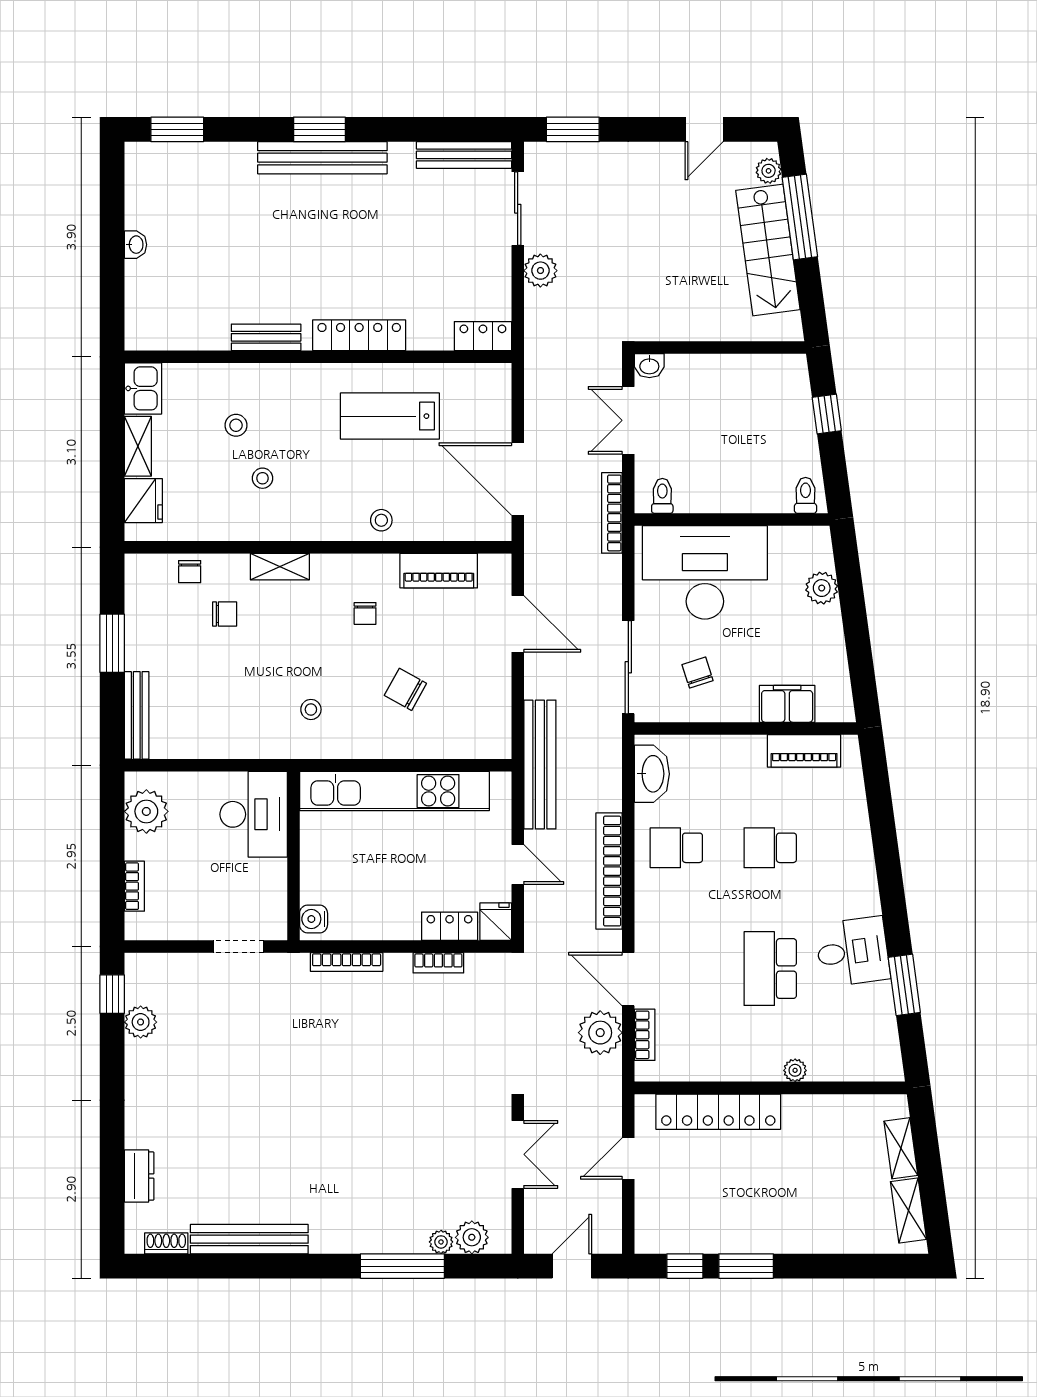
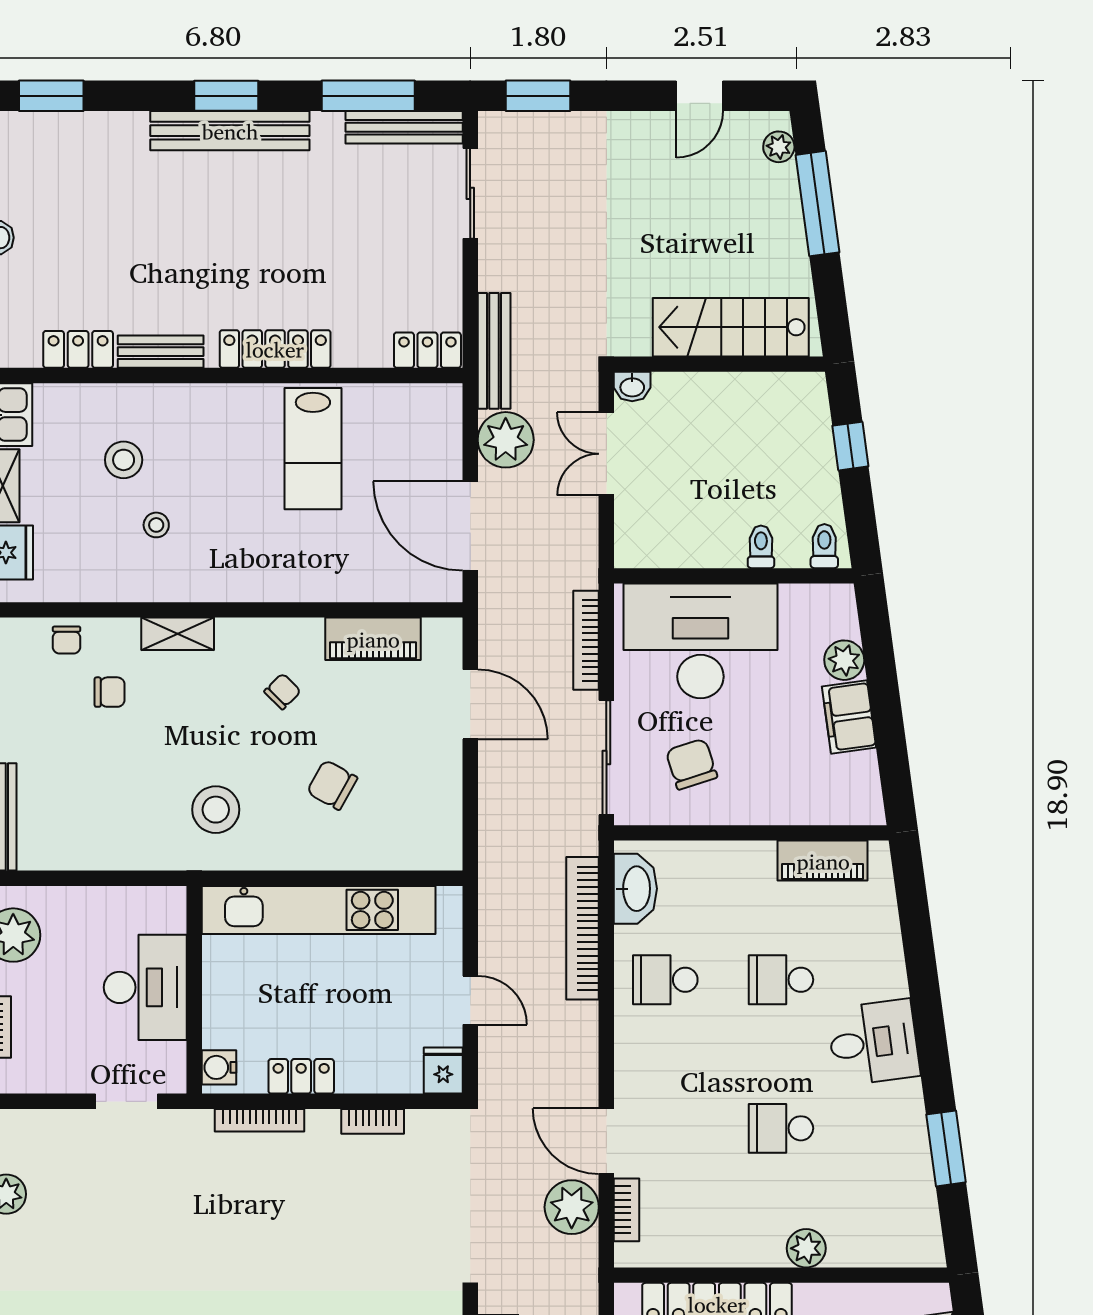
window: (435, 129) -> (368, 96), added
stairs: (768, 250) -> (731, 327), moved, turned 98
plant: (540, 271) -> (506, 440), moved, width x1.36, depth x1.36
locker: (199, 335) -> (78, 349), added
lab bench: (390, 416) -> (313, 449), turned -90
stool: (236, 425) -> (124, 460), width x1.37, depth x1.37
toilet: (662, 496) -> (761, 547), moved
bookcase: (612, 513) -> (586, 640), moved
stool: (381, 520) -> (302, 577), removed
chair: (365, 613) -> (282, 691), turned -135
chair: (698, 673) -> (691, 764), width x1.37, depth x1.37
filing cabinet: (787, 704) -> (849, 717), moved, turned -98
stool: (311, 709) -> (216, 810), width x1.89, depth x1.89
bench: (540, 764) -> (494, 351), moved, width x0.73, depth x0.82
desk: (254, 814) -> (145, 987), moved
bookcase: (609, 871) -> (583, 928), moved
locker: (450, 926) -> (301, 1076), moved
desk: (853, 952) -> (873, 1043), moved
school desk: (770, 969) -> (781, 1128), width x0.54
plant: (795, 1070) -> (806, 1248), width x1.38, depth x1.38

